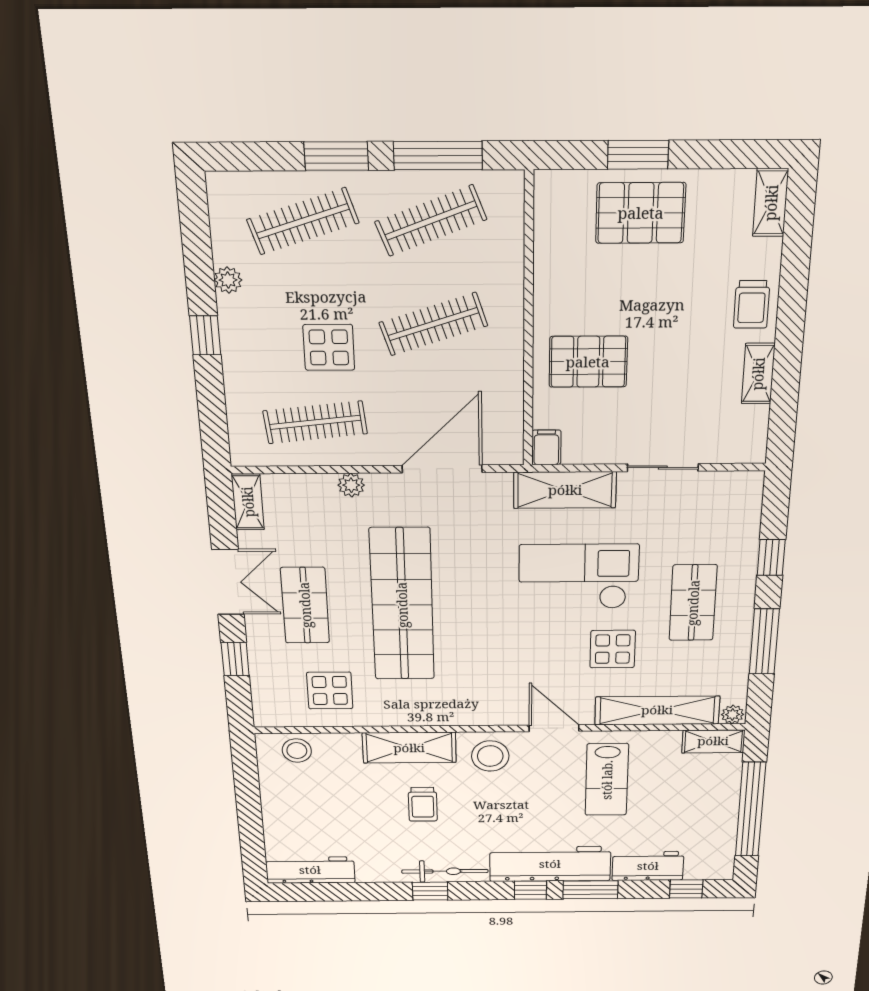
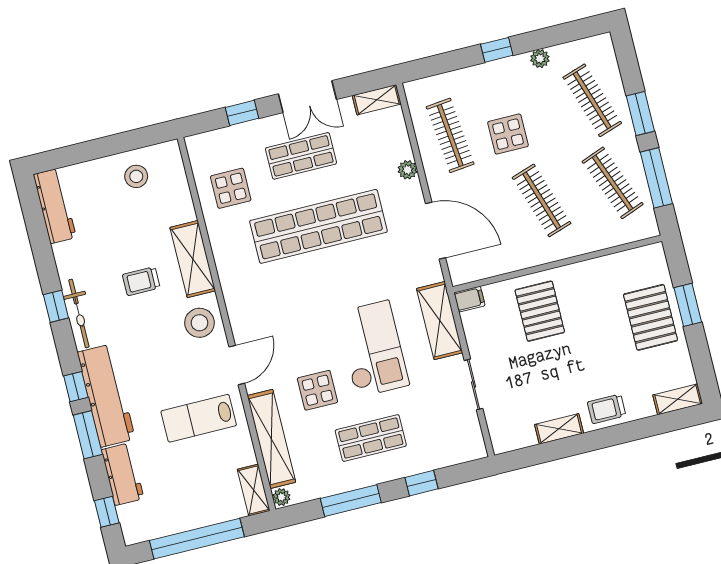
stool: (297, 751) -> (136, 176), moved

